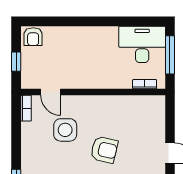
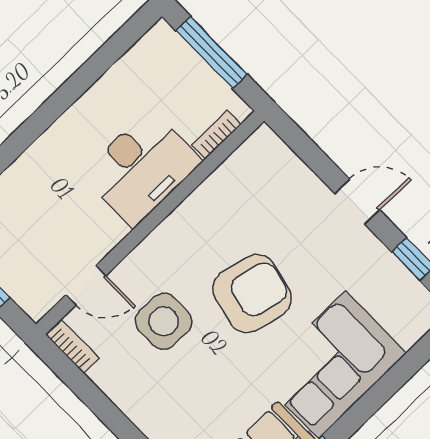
desk: (142, 44) -> (142, 168), moved, turned 180
armchair: (104, 150) -> (252, 294), width x1.36, depth x1.36

